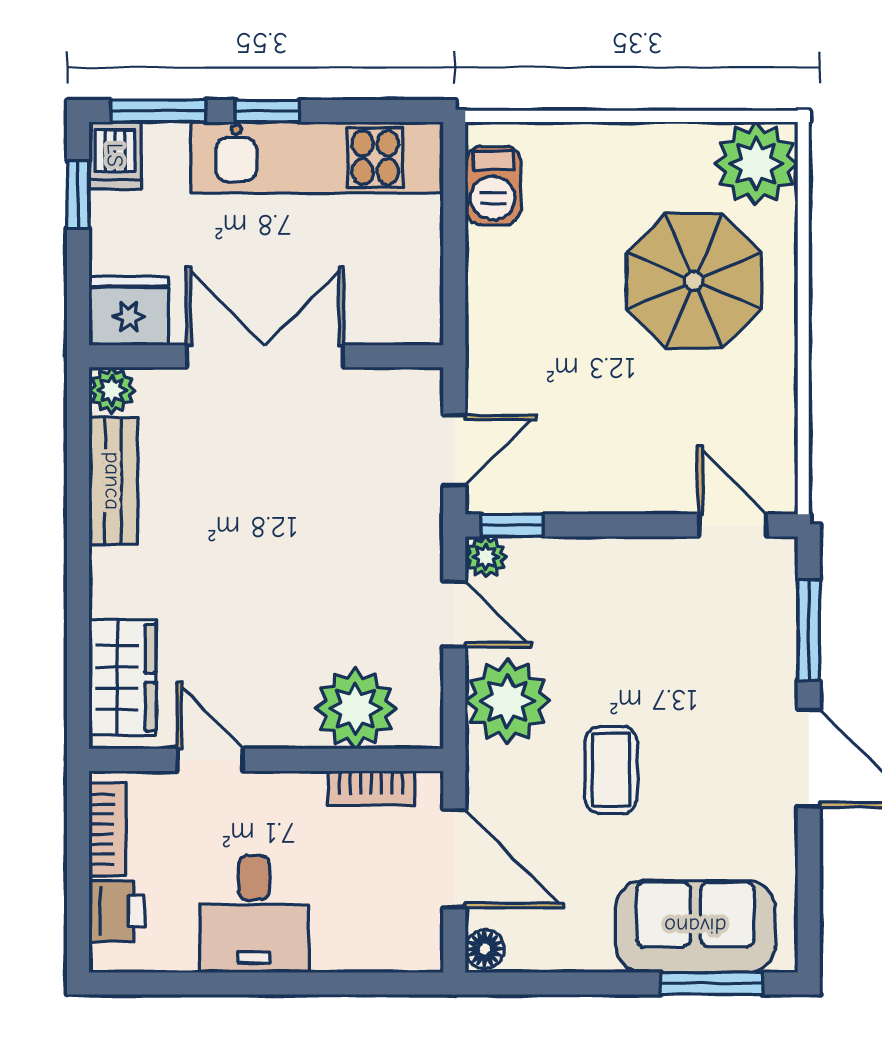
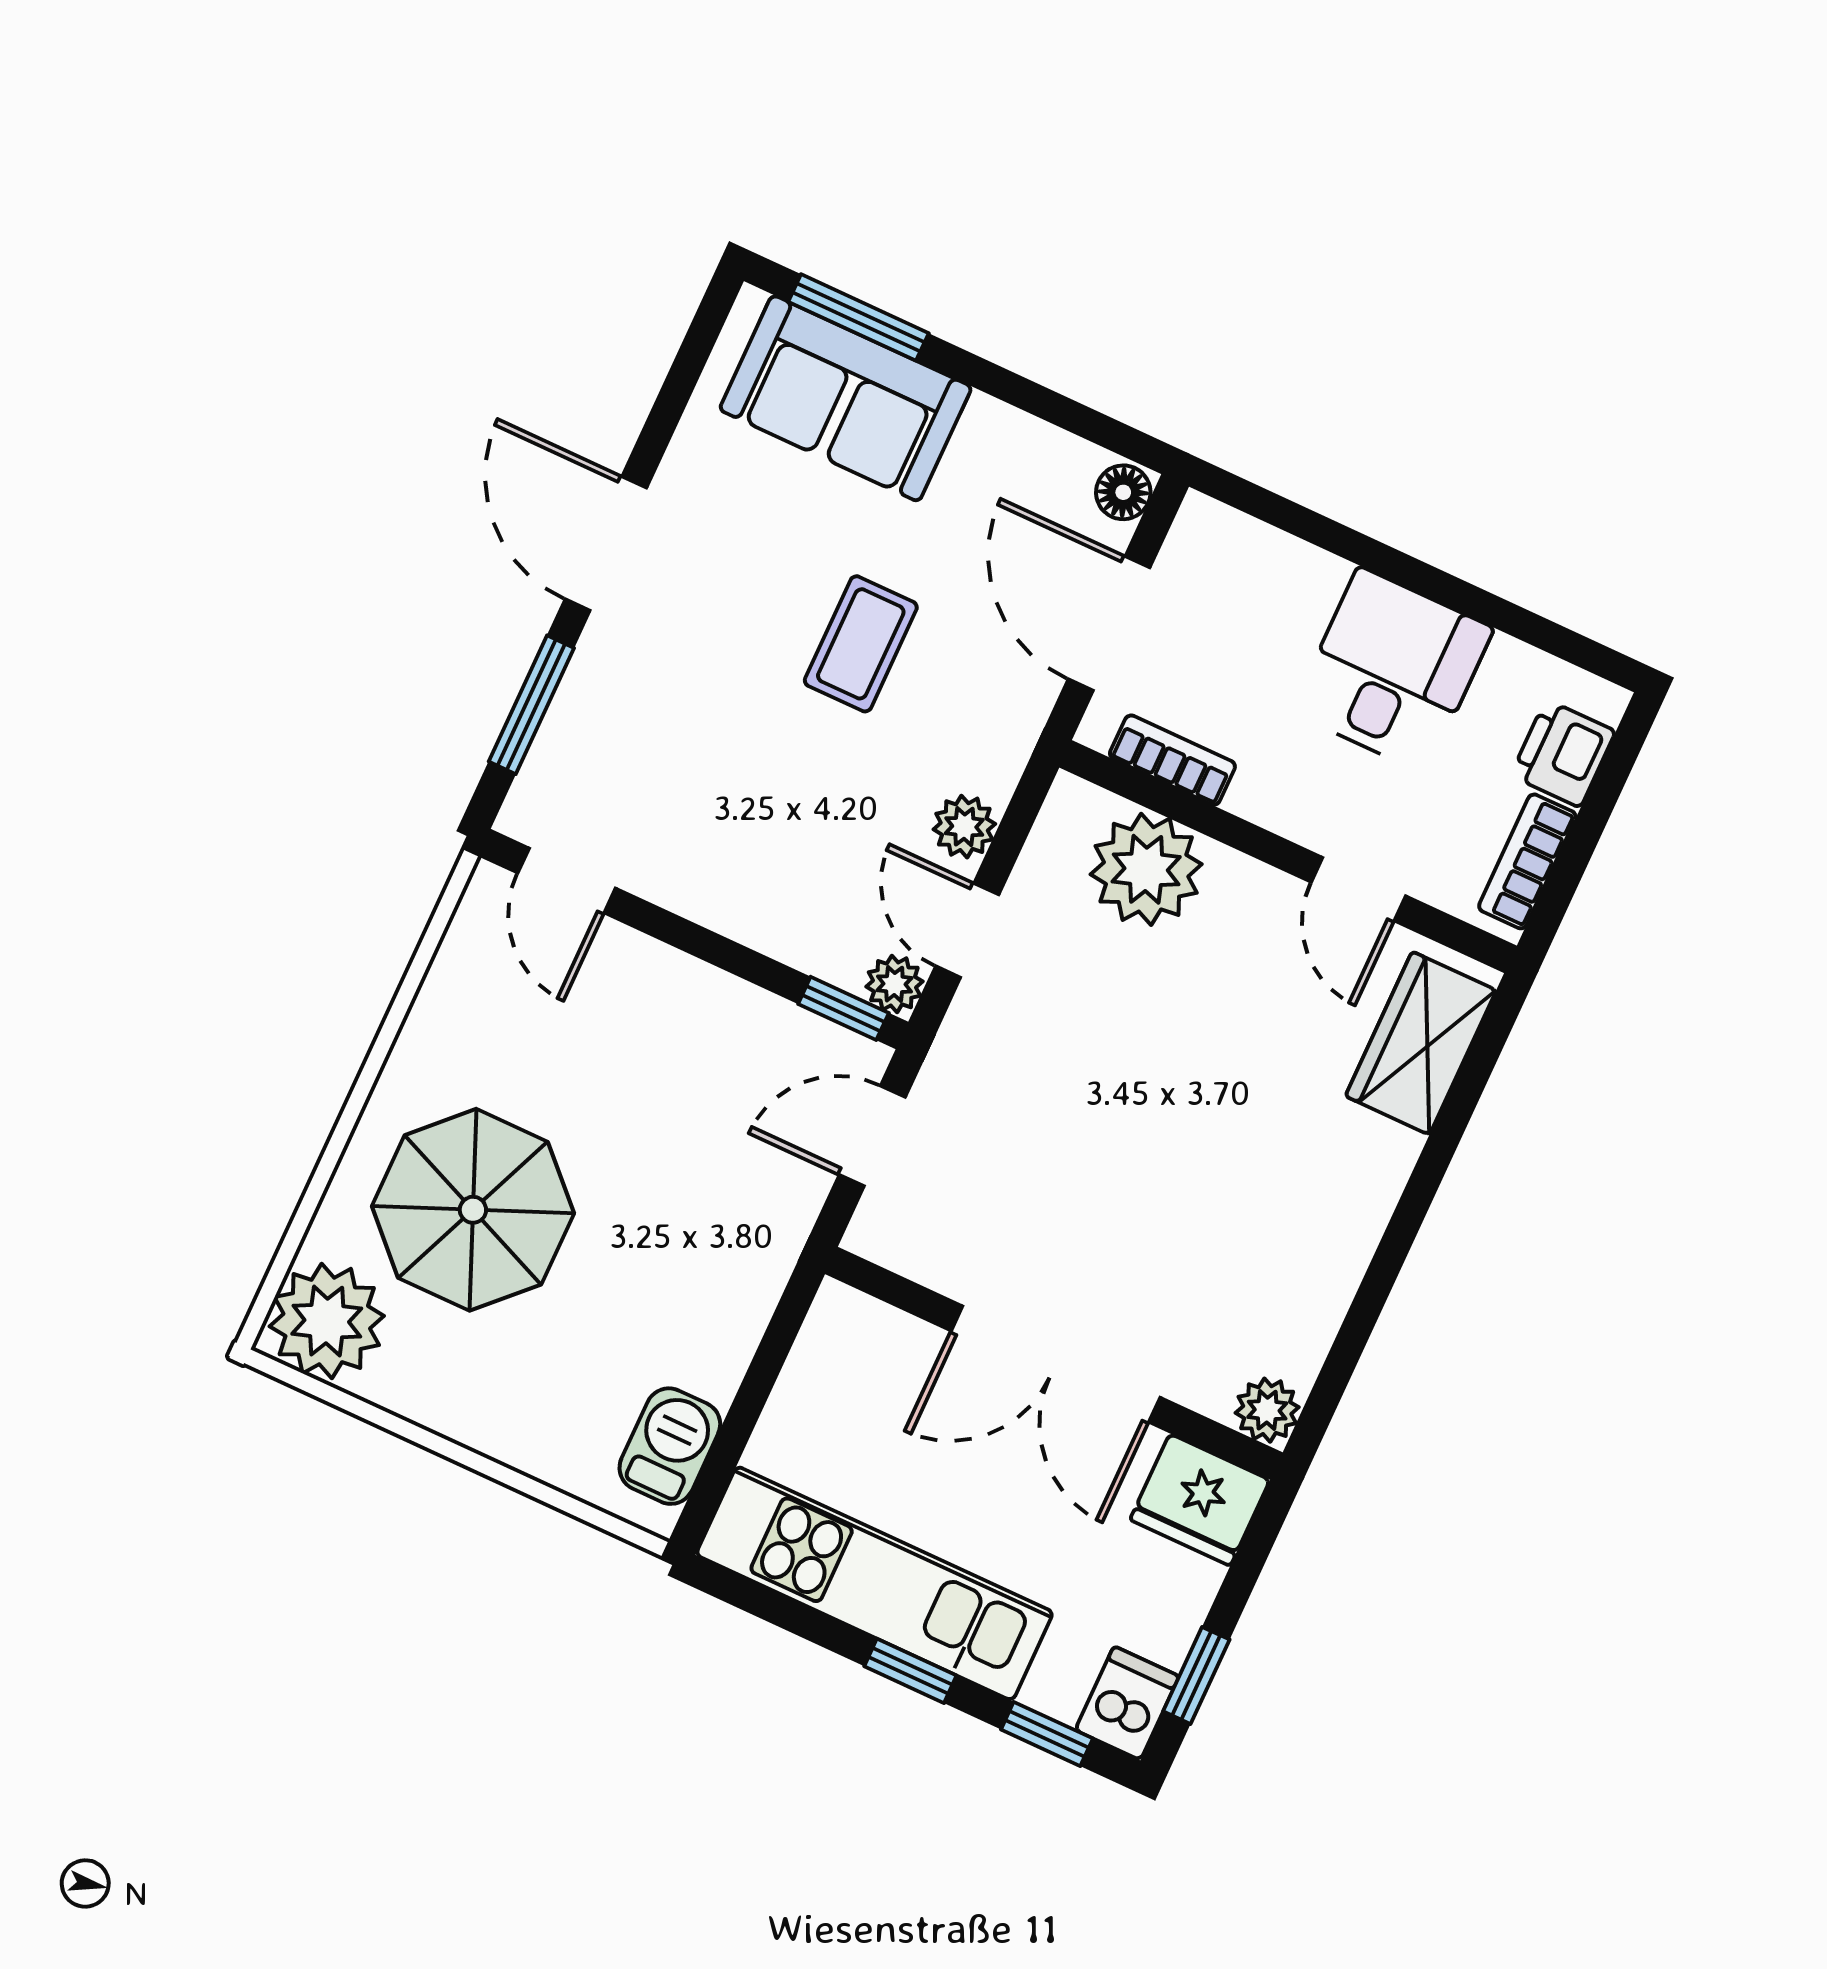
window: (158, 111) -> (1047, 1734), width x0.67
bench: (113, 481) -> (1318, 1295), removed
plant: (507, 701) -> (964, 827), width x0.53, depth x0.53

